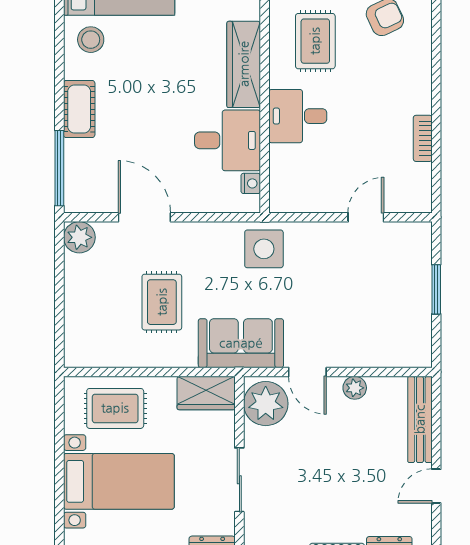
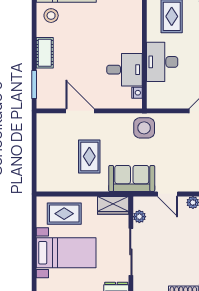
wardrobe: (244, 64) -> (133, 29), removed
desk: (298, 116) -> (162, 62), width x1.37
window: (59, 168) -> (34, 85), width x0.69
plant: (79, 237) -> (45, 122), removed
plant: (266, 404) -> (139, 217), width x0.53, depth x0.53
sliding door: (239, 480) -> (131, 252), width x1.37

